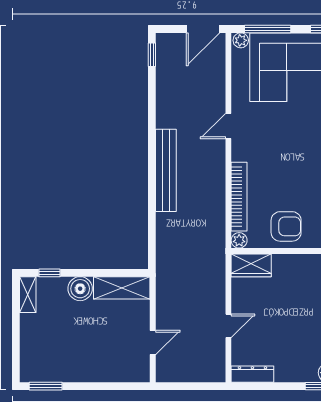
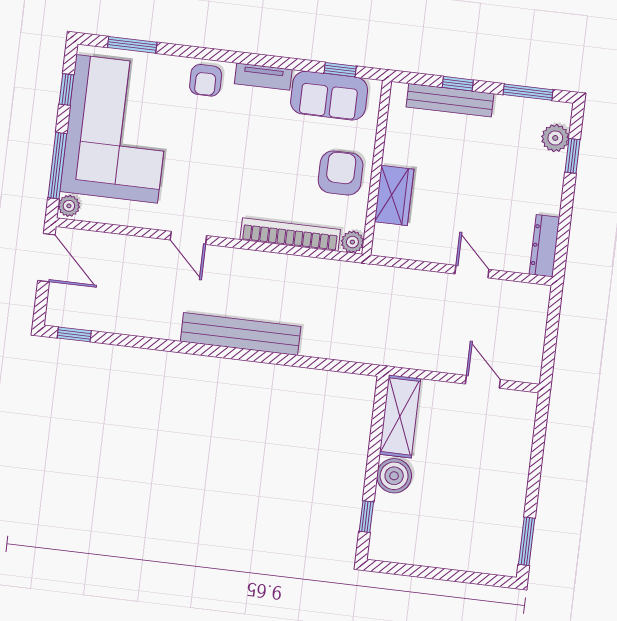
wardrobe: (251, 265) -> (394, 195), moved
shelving: (28, 295) -> (394, 551), removed

